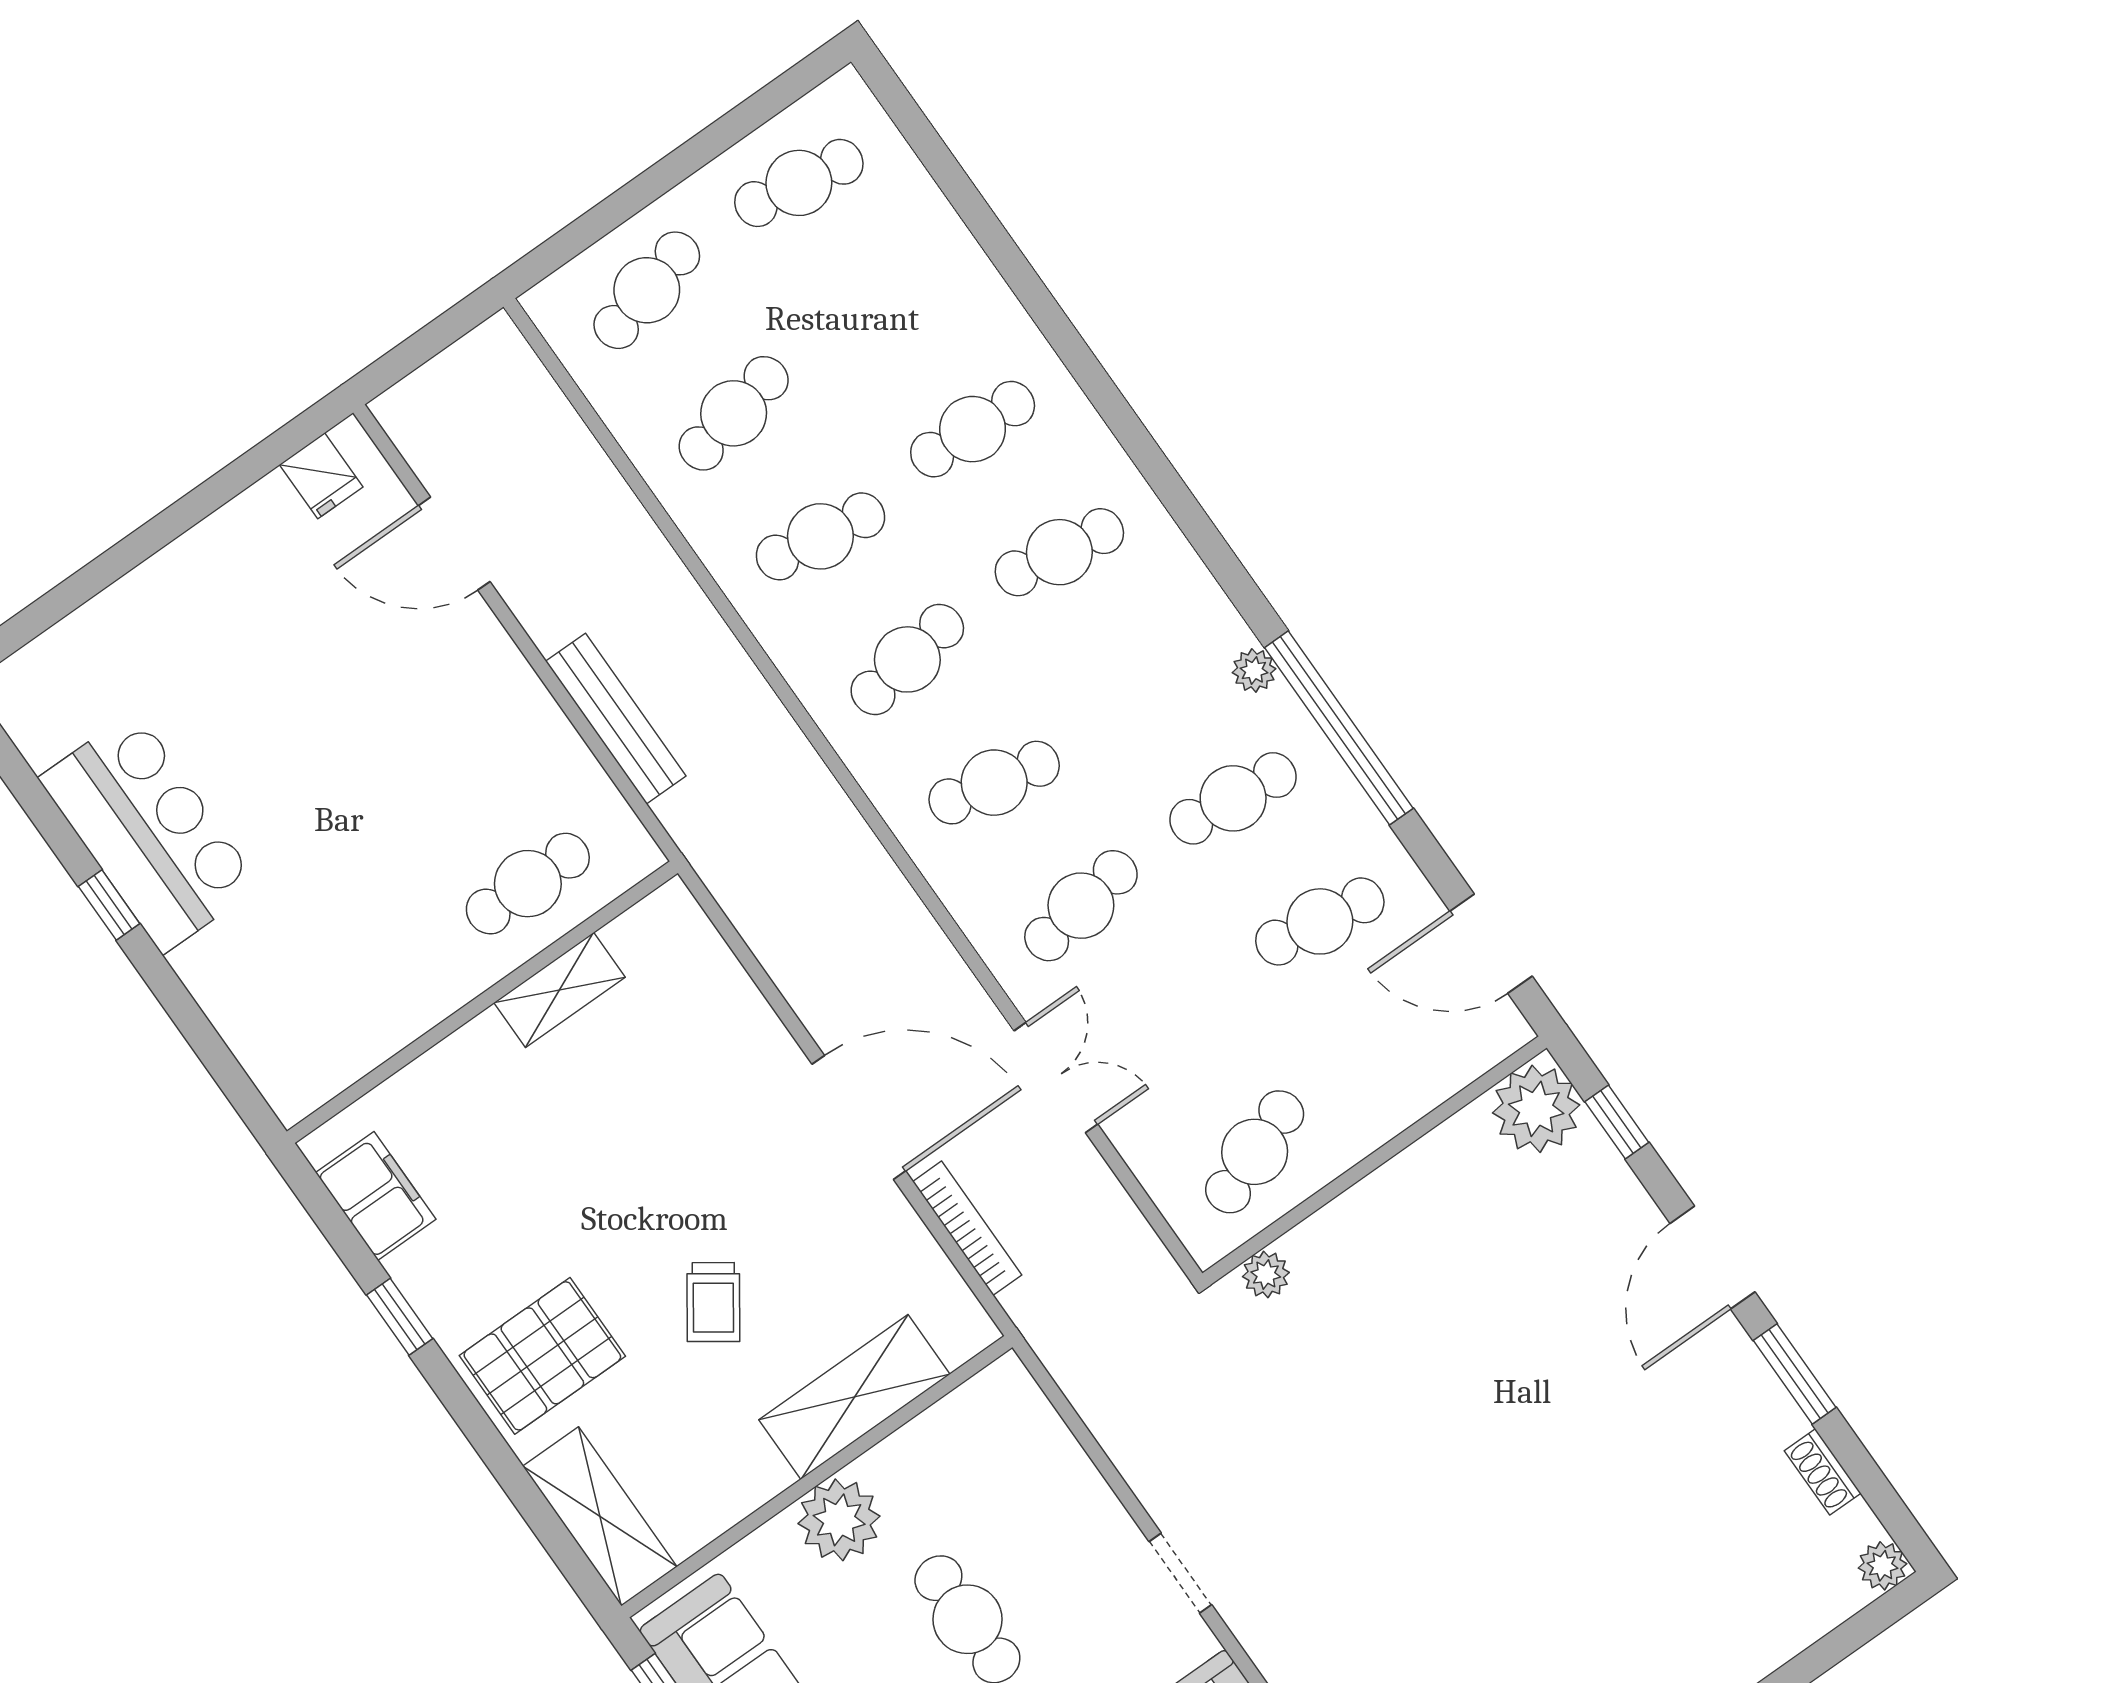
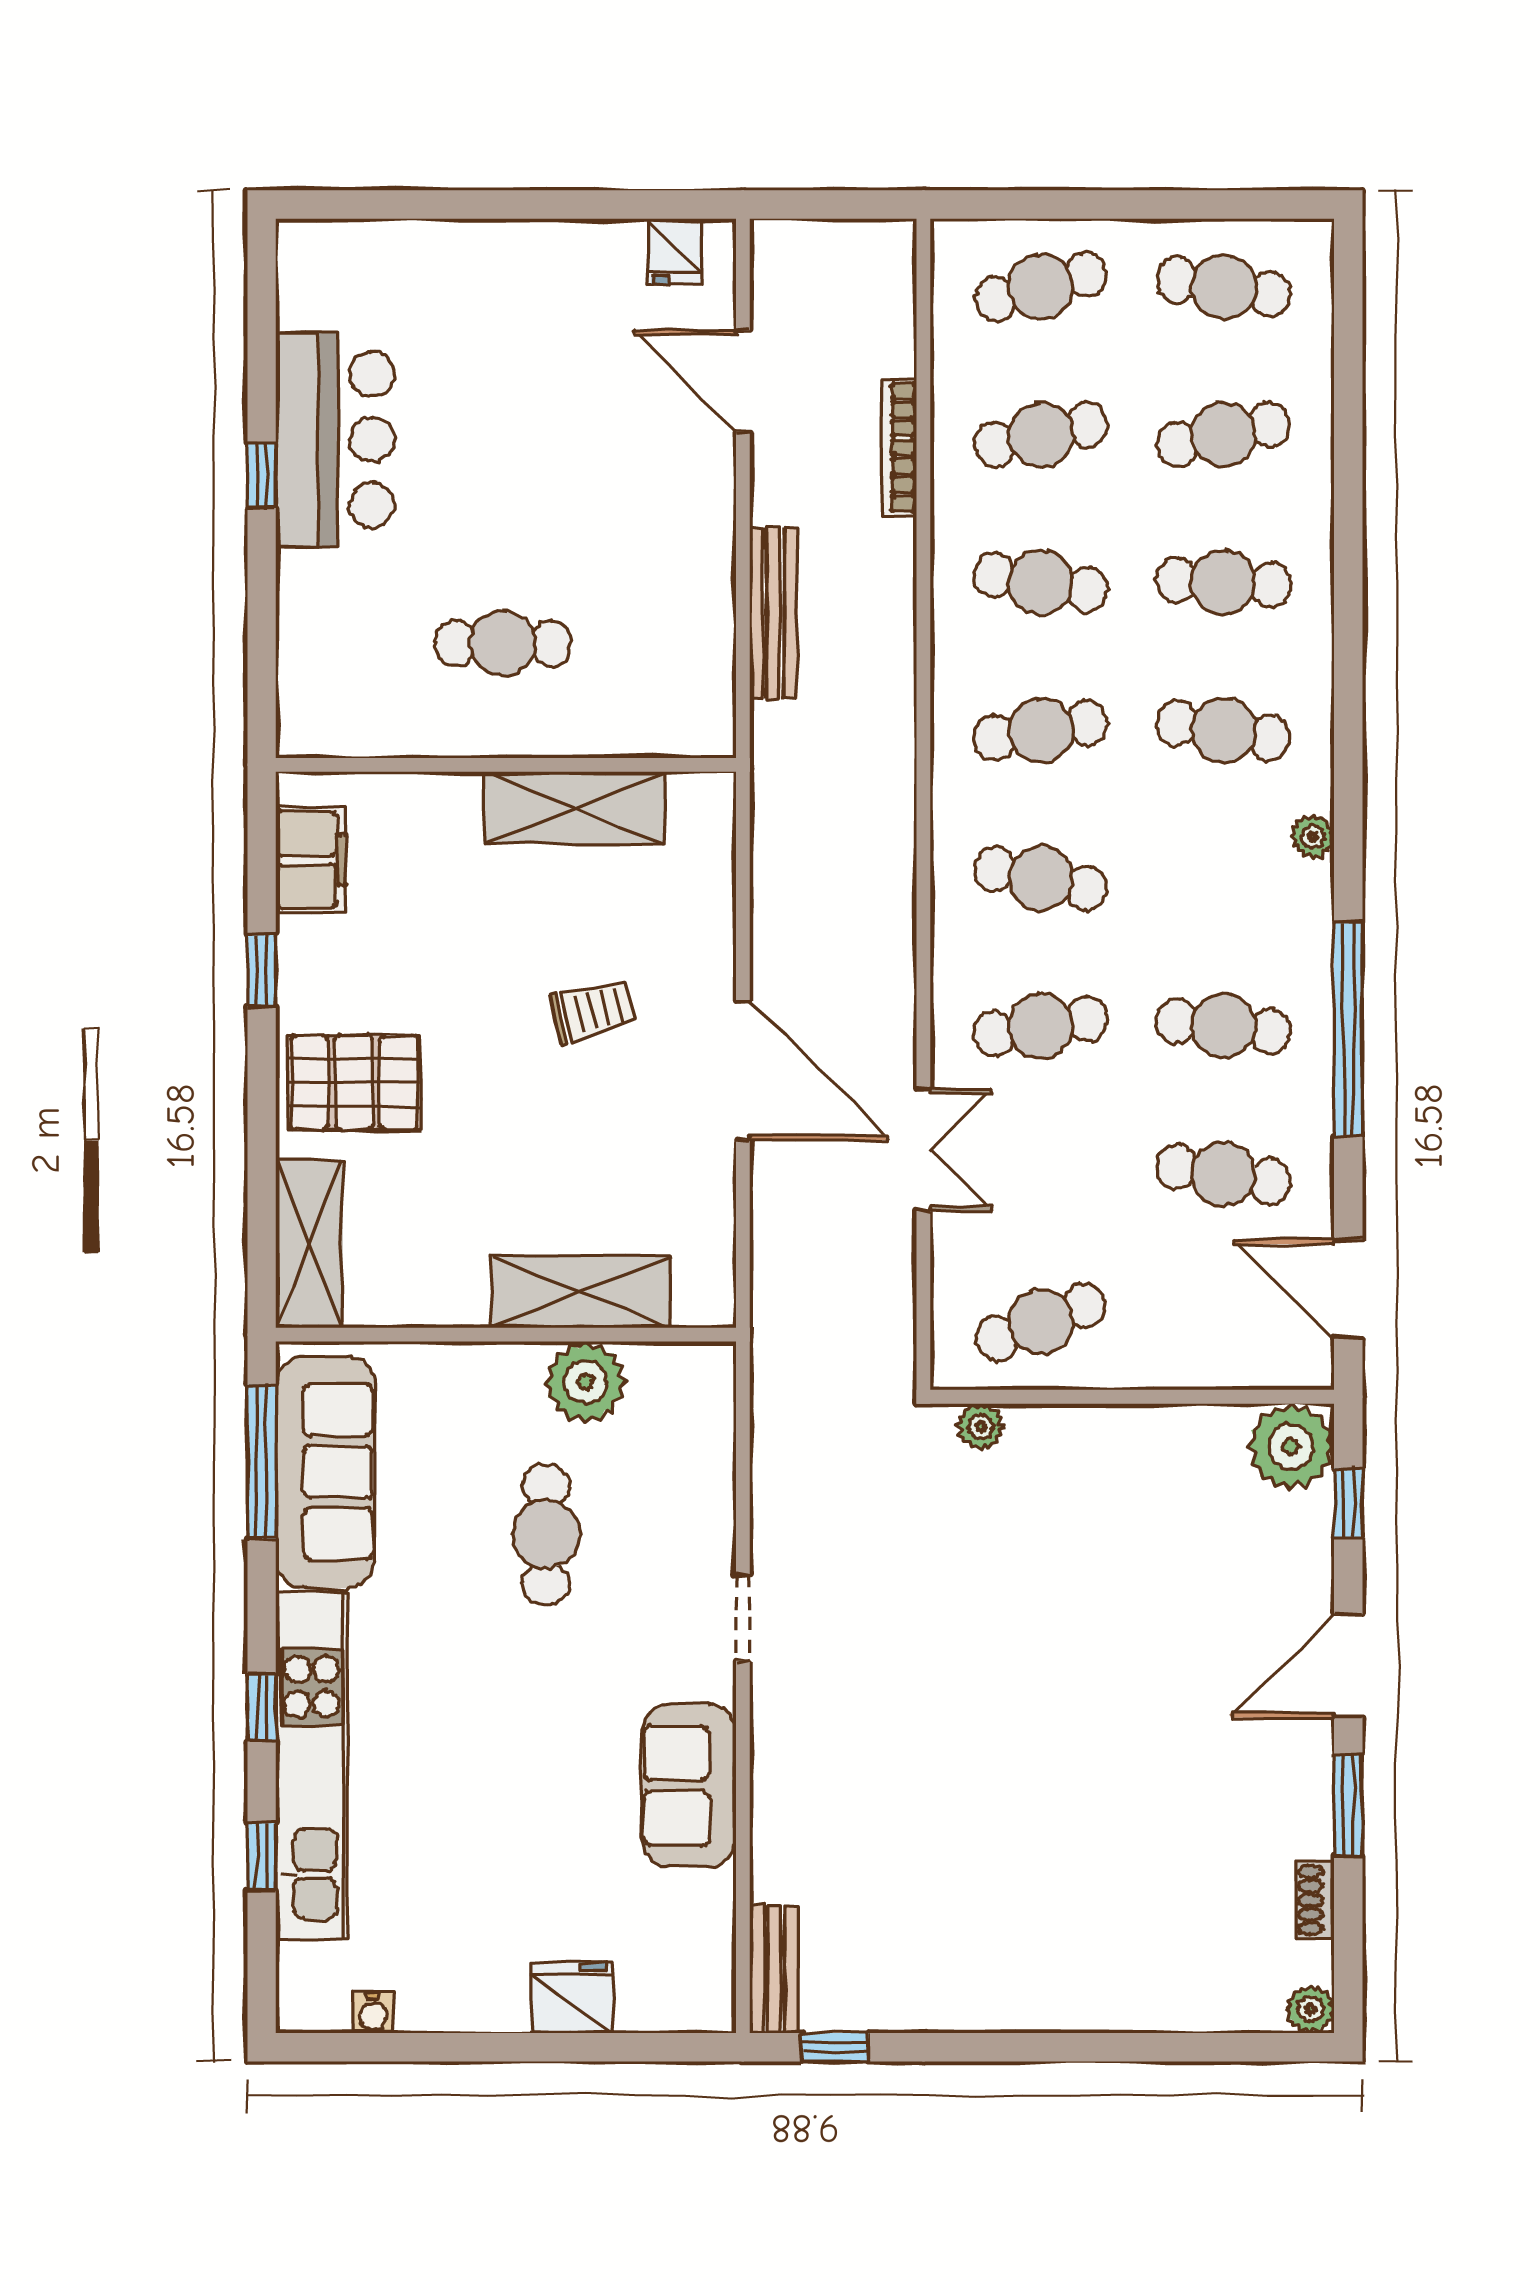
cafe table: (886, 306) -> (1224, 435), added
plant: (1254, 671) -> (1313, 837), moved
cafe table: (528, 884) -> (503, 643), moved
shelving: (559, 990) -> (575, 808), width x1.50, depth x1.33
bookcase: (967, 1228) -> (899, 447), moved, turned 180
trolley: (713, 1302) -> (593, 1011), moved, turned -139
plant: (839, 1520) -> (585, 1382), moved

